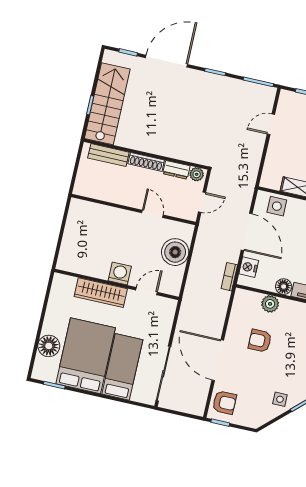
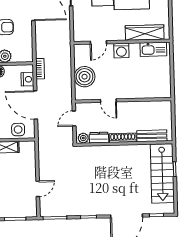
kitchen sink: (79, 265) -> (153, 49), added
wardrobe: (101, 293) -> (145, 33), moved

